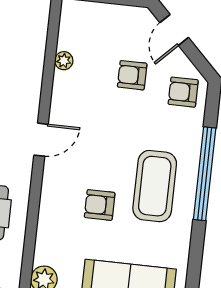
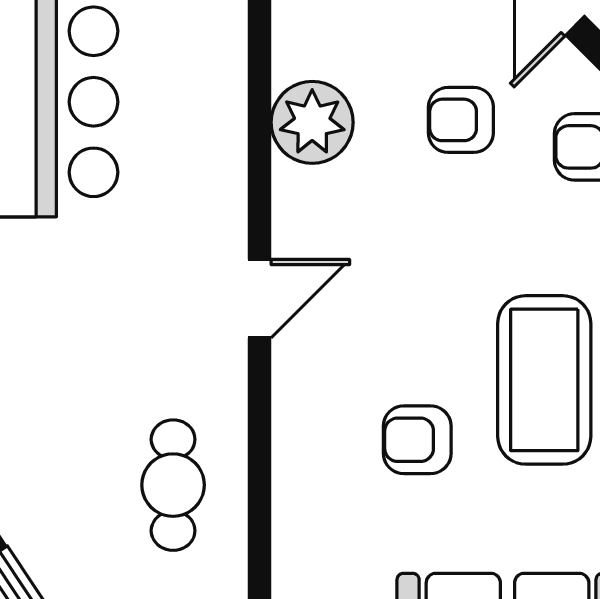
plant: (64, 61) -> (312, 122), width x1.88, depth x1.88

